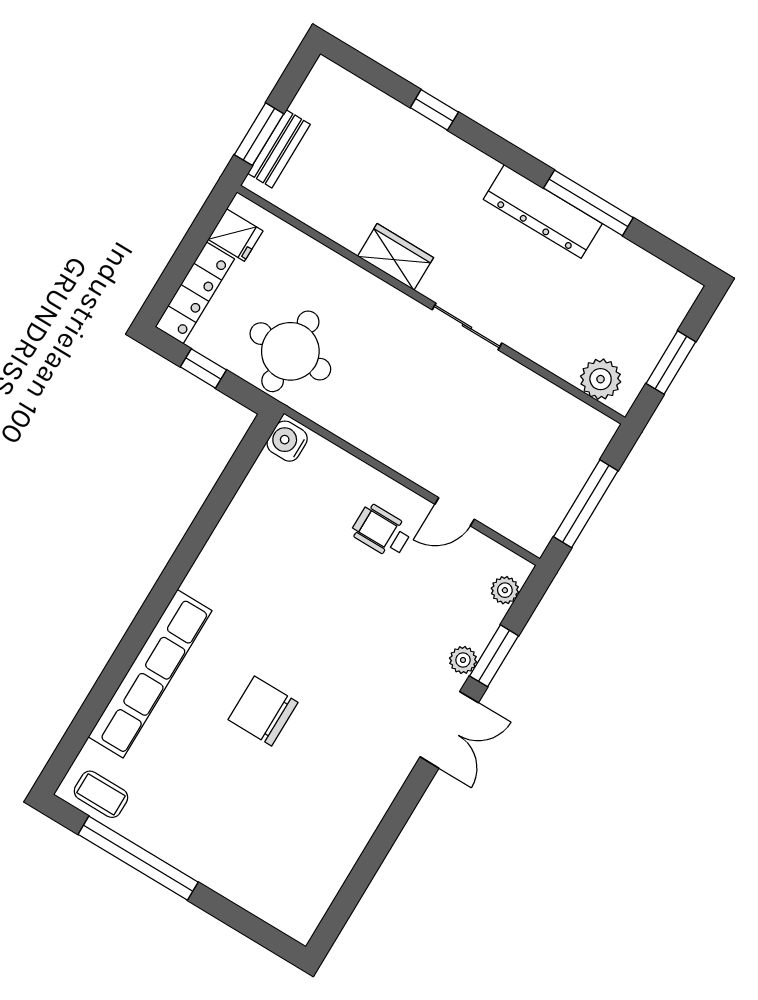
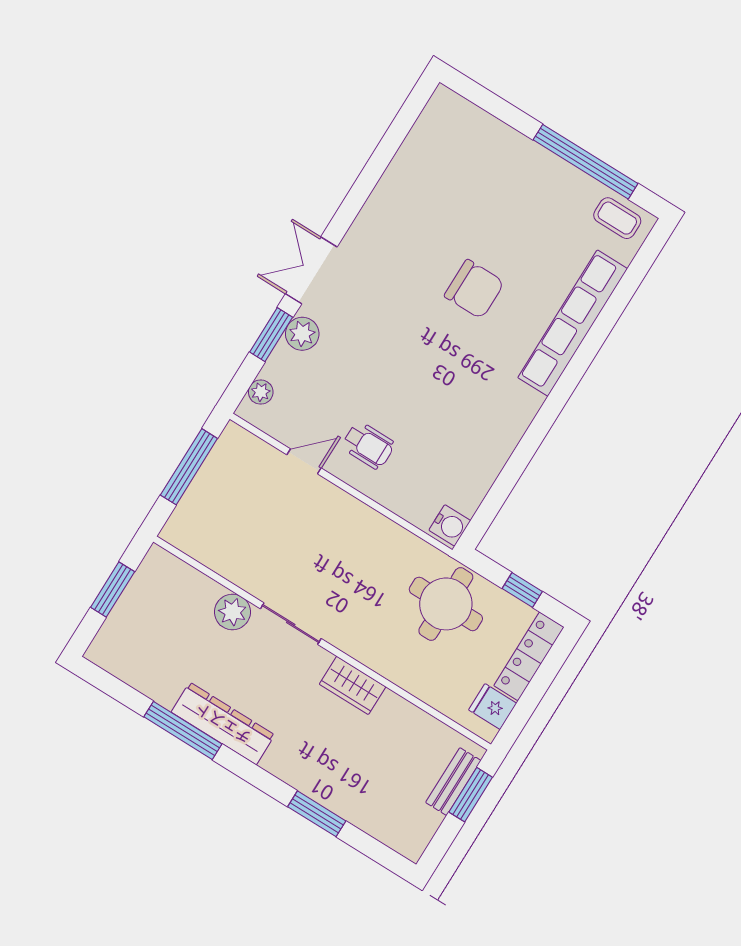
window: (434, 110) -> (317, 814), width x1.50
plant: (601, 379) -> (232, 612), moved
plant: (463, 660) -> (302, 334), width x1.38, depth x1.38

